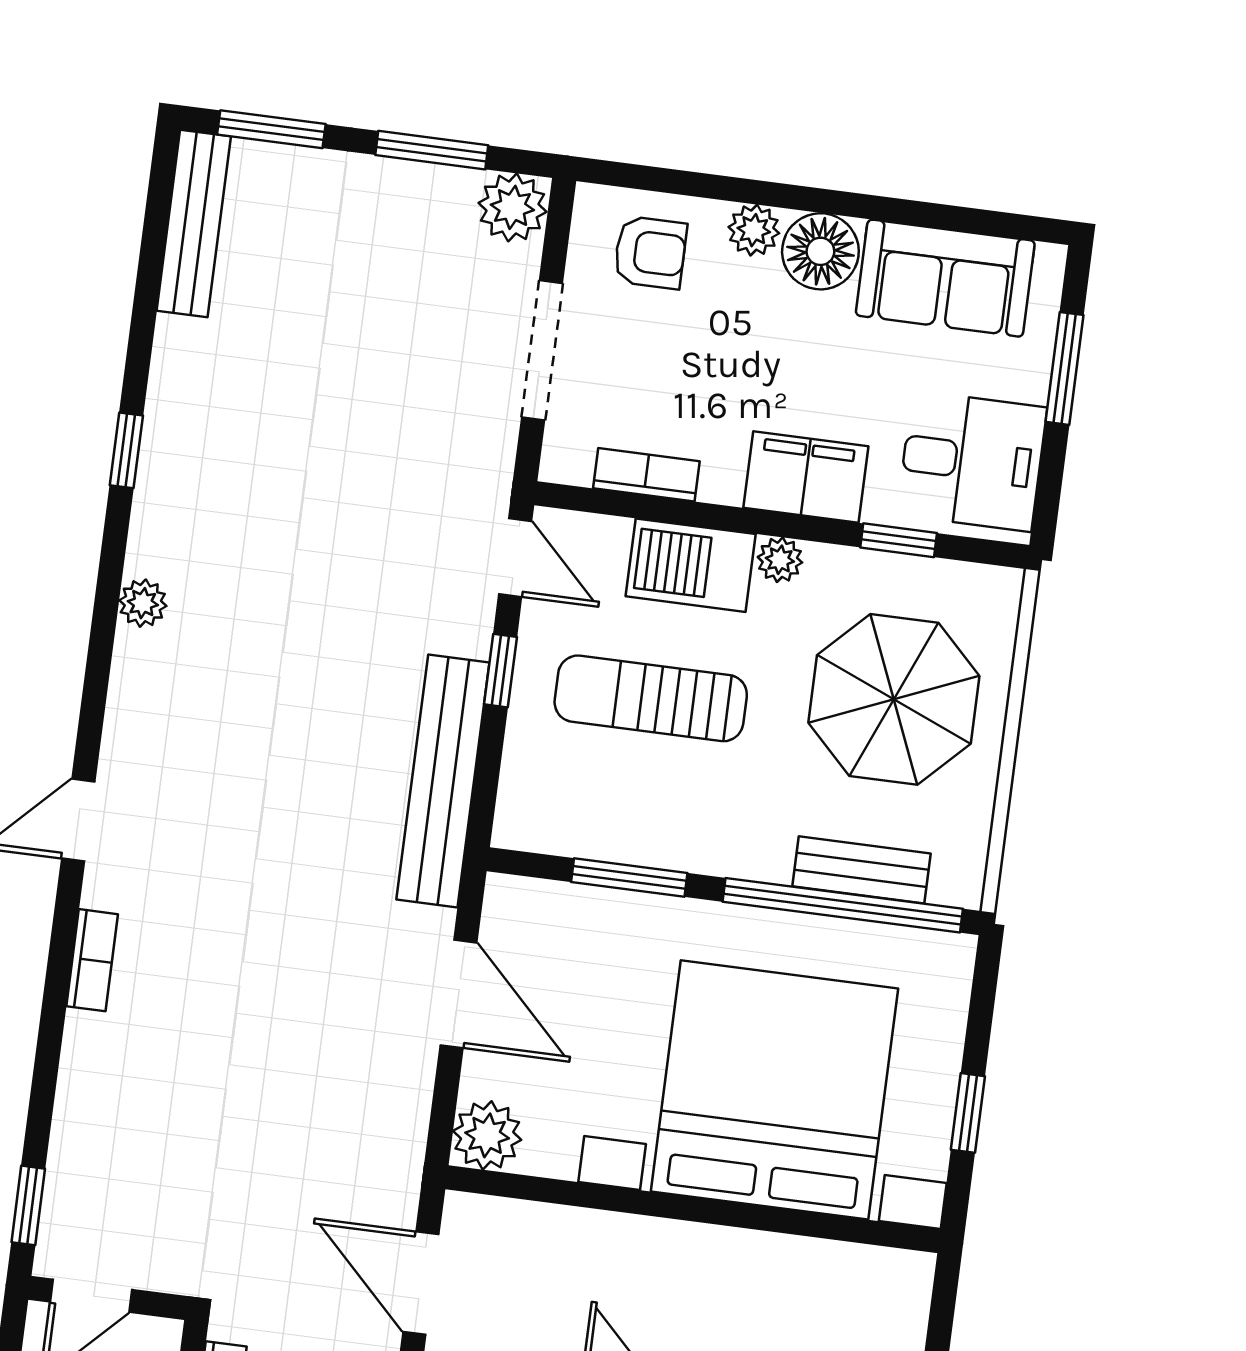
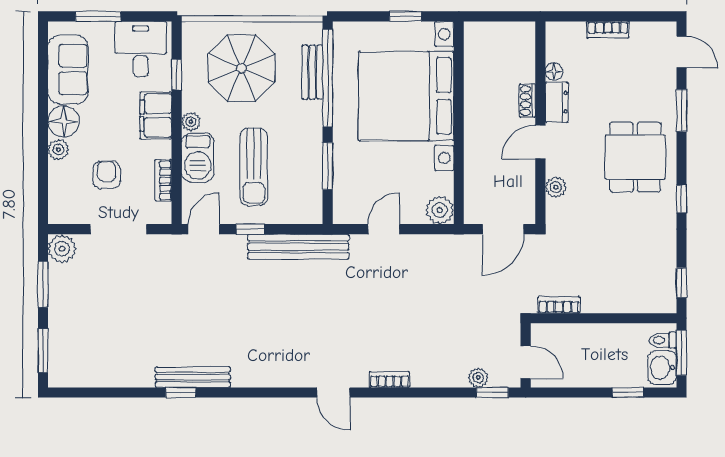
bench: (194, 224) -> (193, 377), moved
armchair: (650, 252) -> (107, 175), moved
plant: (143, 603) -> (478, 378), moved
door: (458, 994) -> (384, 229), width x0.73

